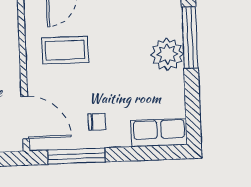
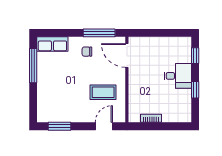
window: (190, 37) -> (33, 66), moved
plant: (167, 54) -> (46, 88), removed

